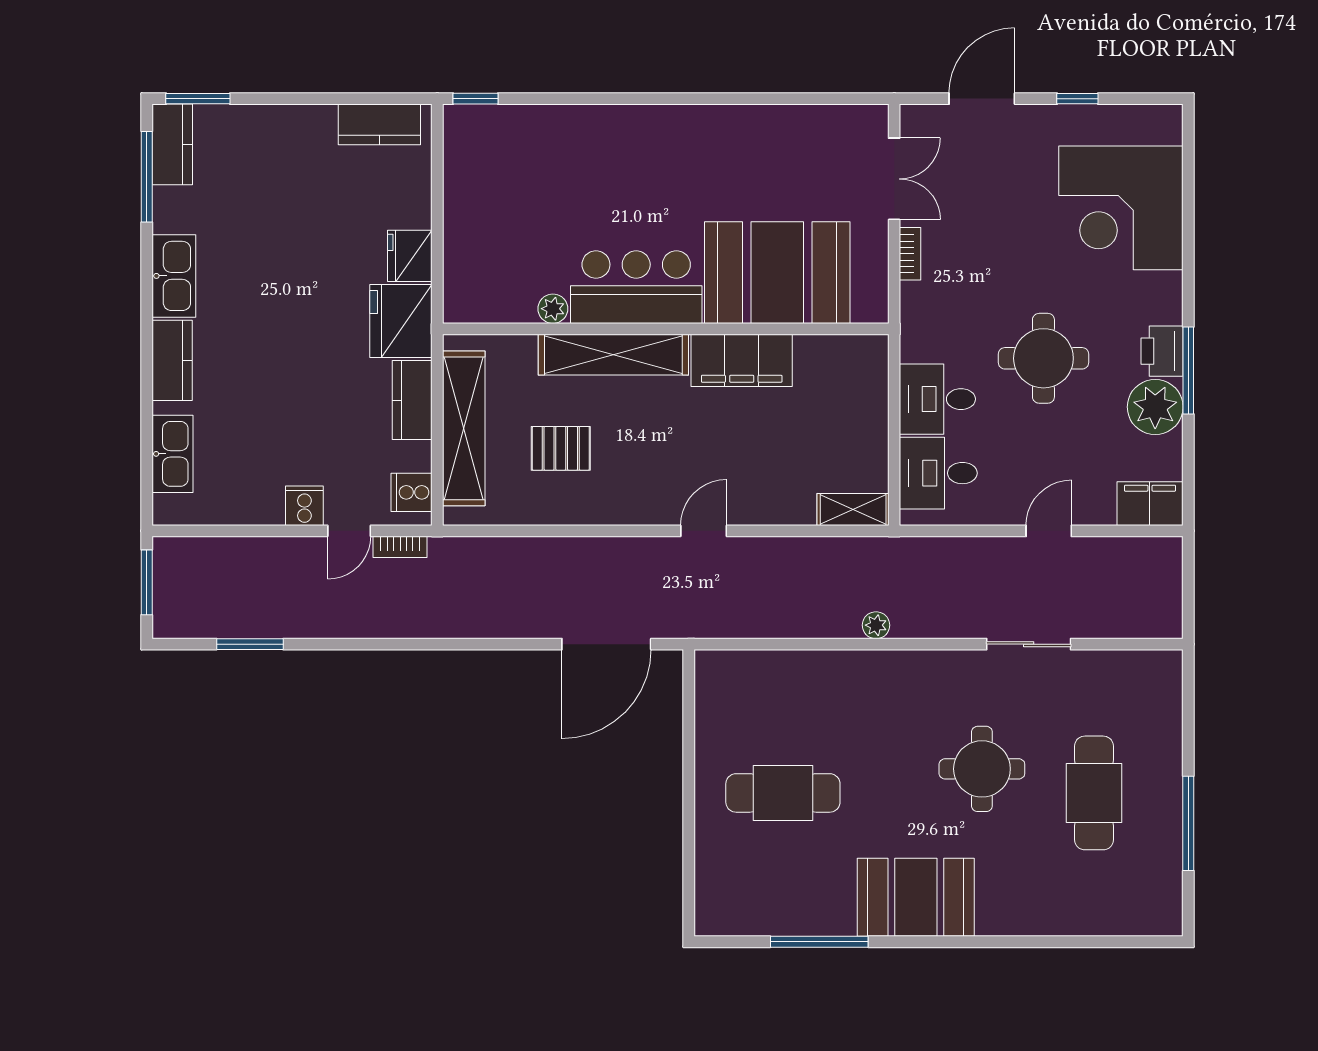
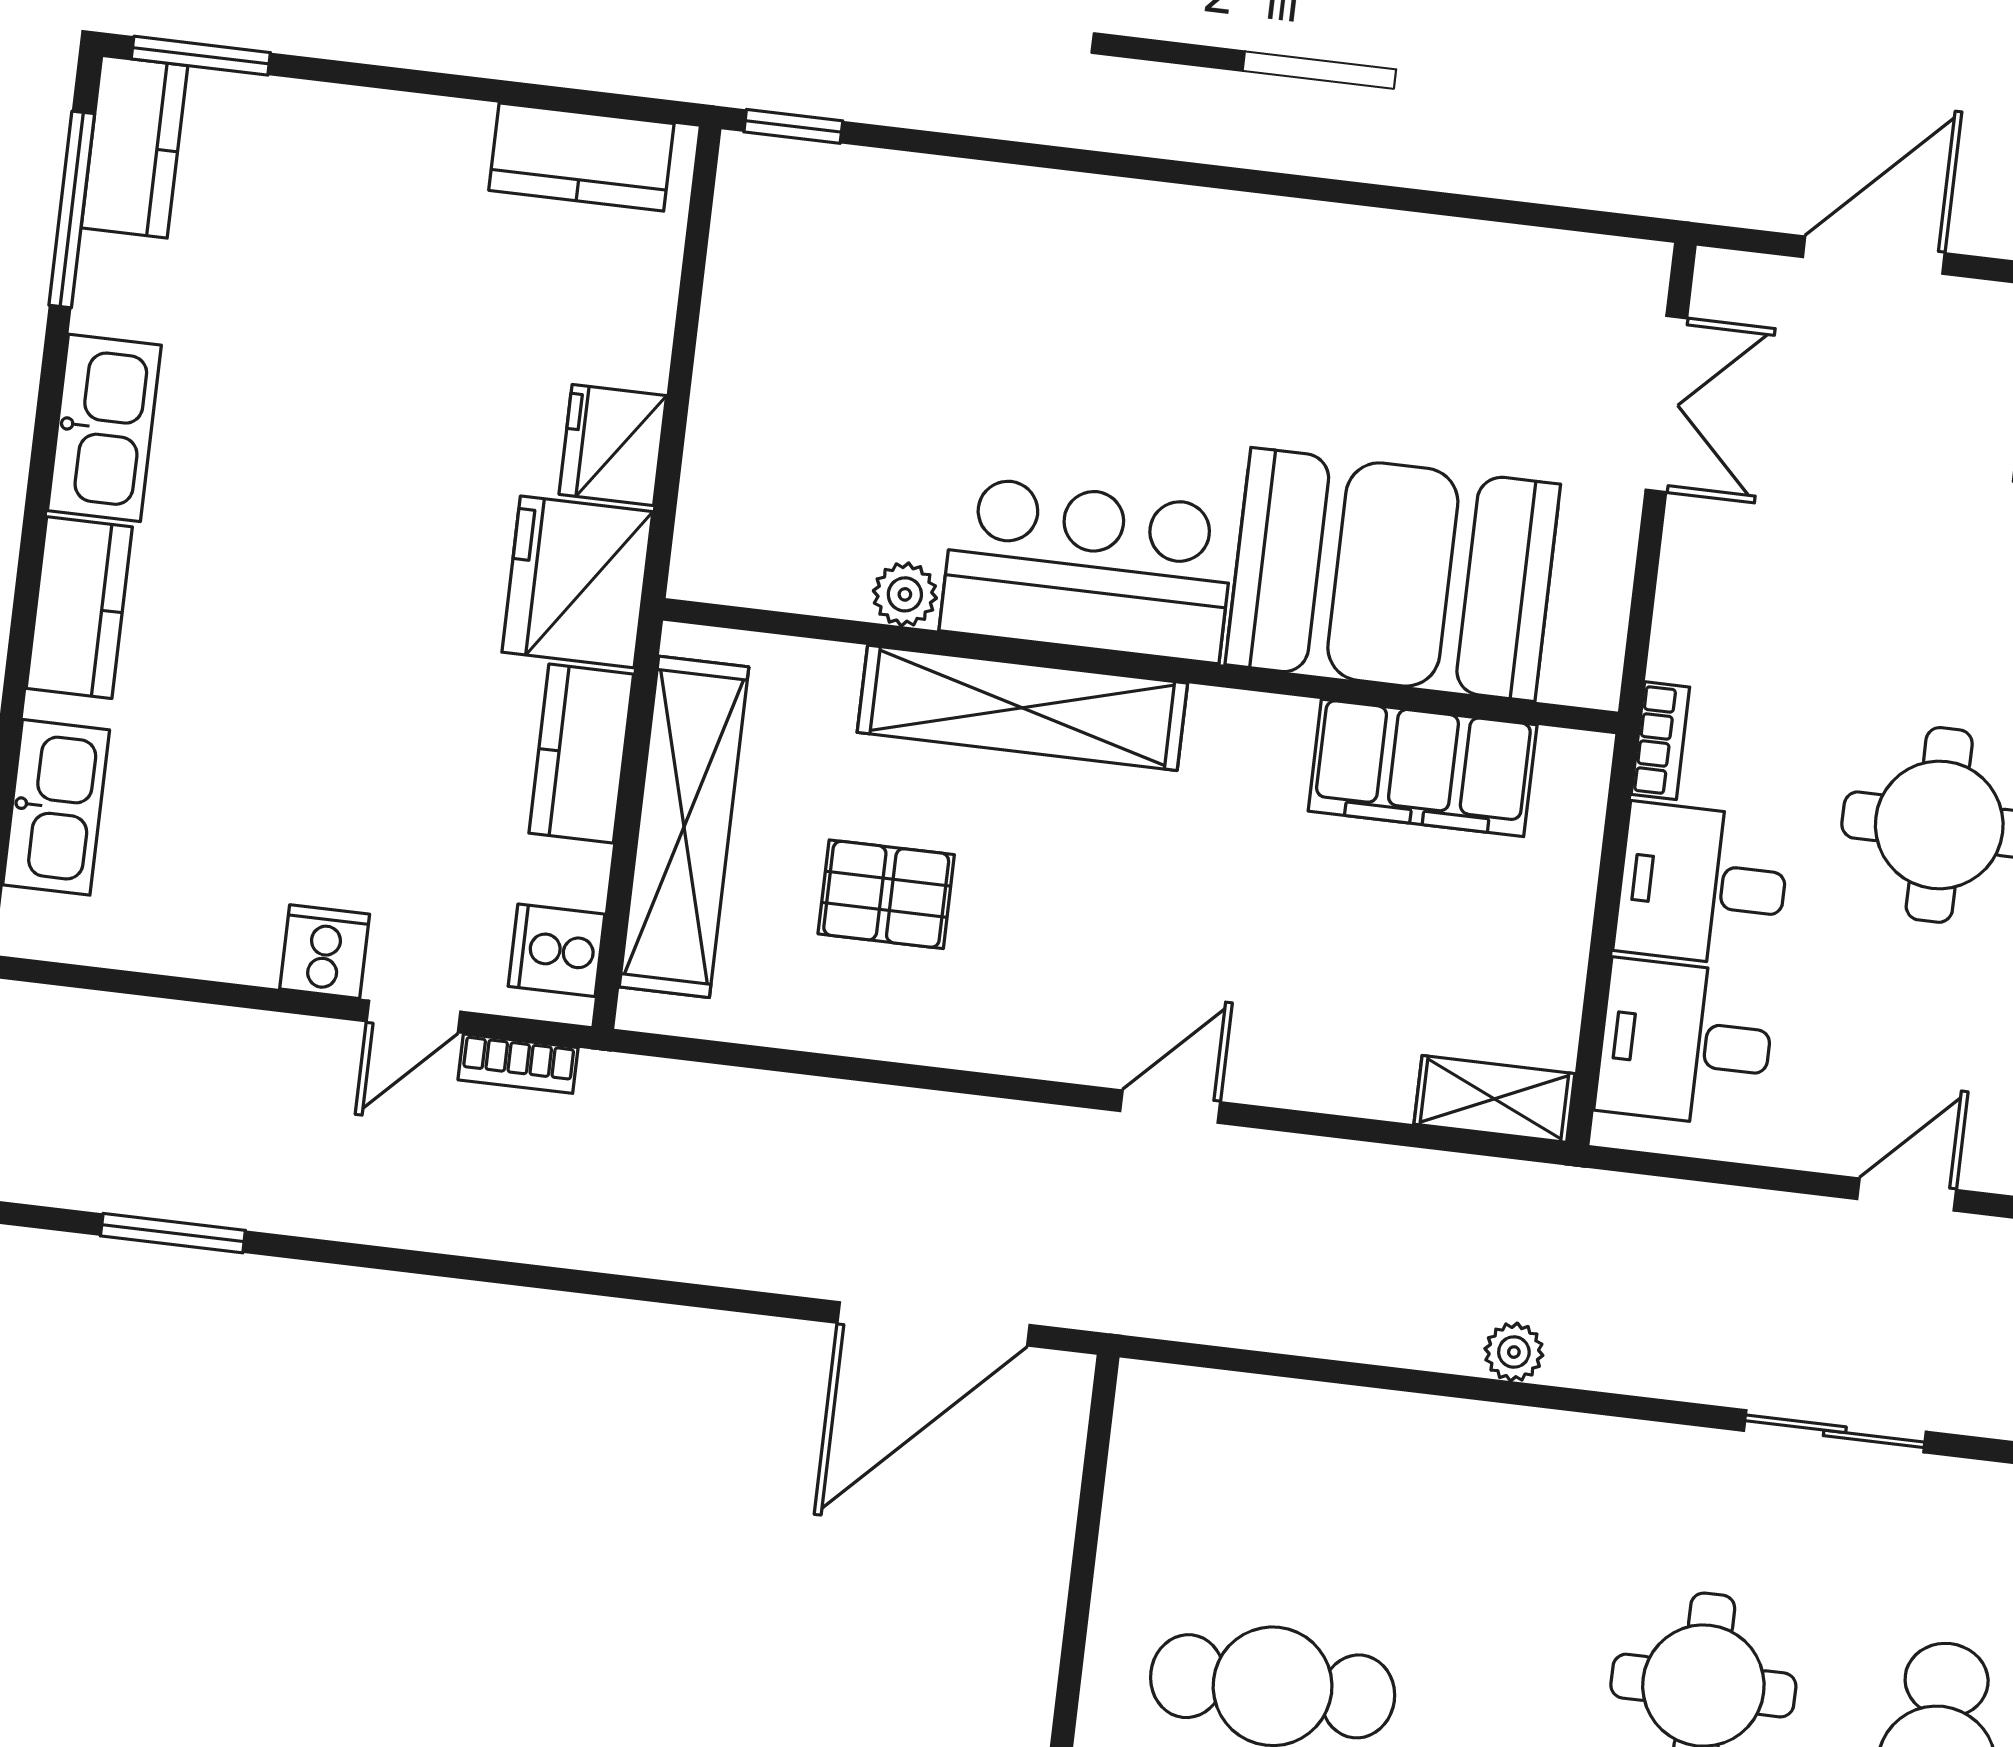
bookcase: (910, 254) -> (1660, 741), moved
filing cabinet: (742, 360) -> (1423, 768), moved

